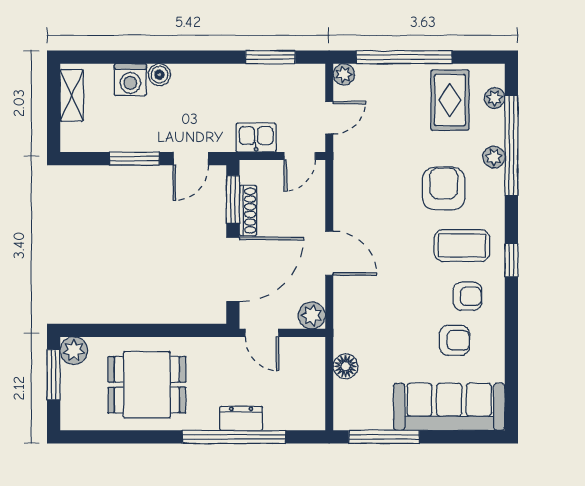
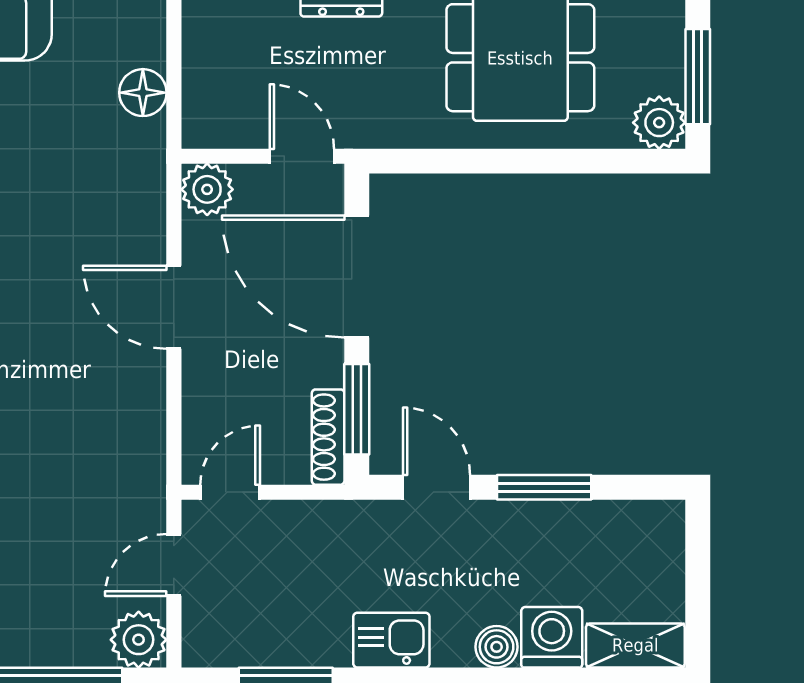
plant: (344, 74) -> (139, 640), width x1.38, depth x1.38
shelving: (72, 95) -> (635, 645), moved, turned 90
kitchen sink: (256, 138) -> (391, 640), moved, turned 180
door: (191, 159) -> (437, 487), hinge flipped
shoe rack: (248, 211) -> (328, 437), moved
door: (233, 270) -> (357, 277), hinge flipped

